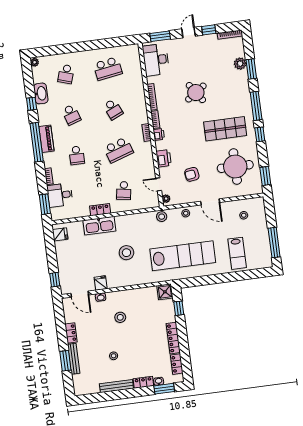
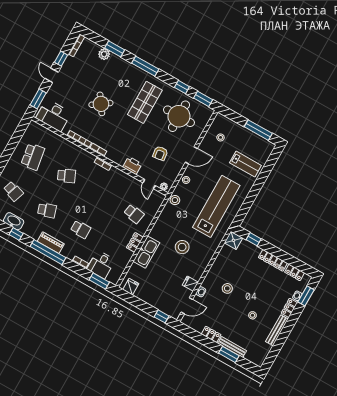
printer: (159, 134) -> (111, 156), removed
window: (260, 134) -> (182, 87), moved
school desk: (118, 150) -> (100, 195), removed
door: (159, 184) -> (149, 184), hinge flipped

